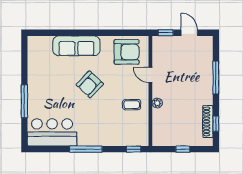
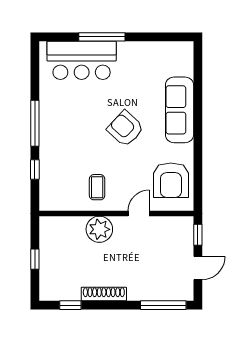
window: (216, 77) -> (163, 305), moved
plant: (157, 103) -> (99, 229), width x1.87, depth x1.87
shoe rack: (208, 122) -> (104, 294), moved
bar counter: (52, 132) -> (82, 60), moved, turned 90
window: (134, 149) -> (35, 169), moved

